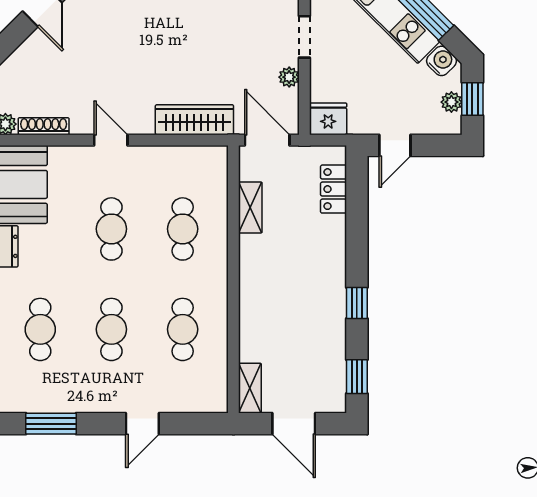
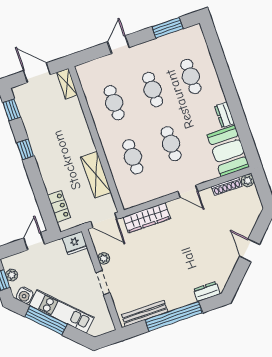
shelving: (250, 208) -> (96, 175), width x1.50, depth x1.33

